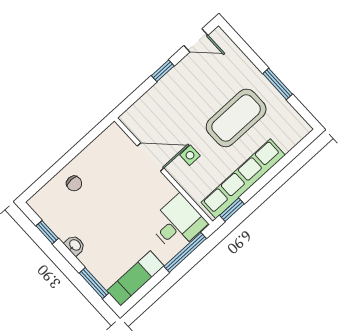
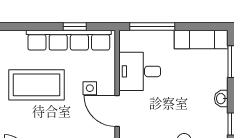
window: (232, 210) -> (75, 26), moved
desk: (177, 223) -> (140, 71), moved

